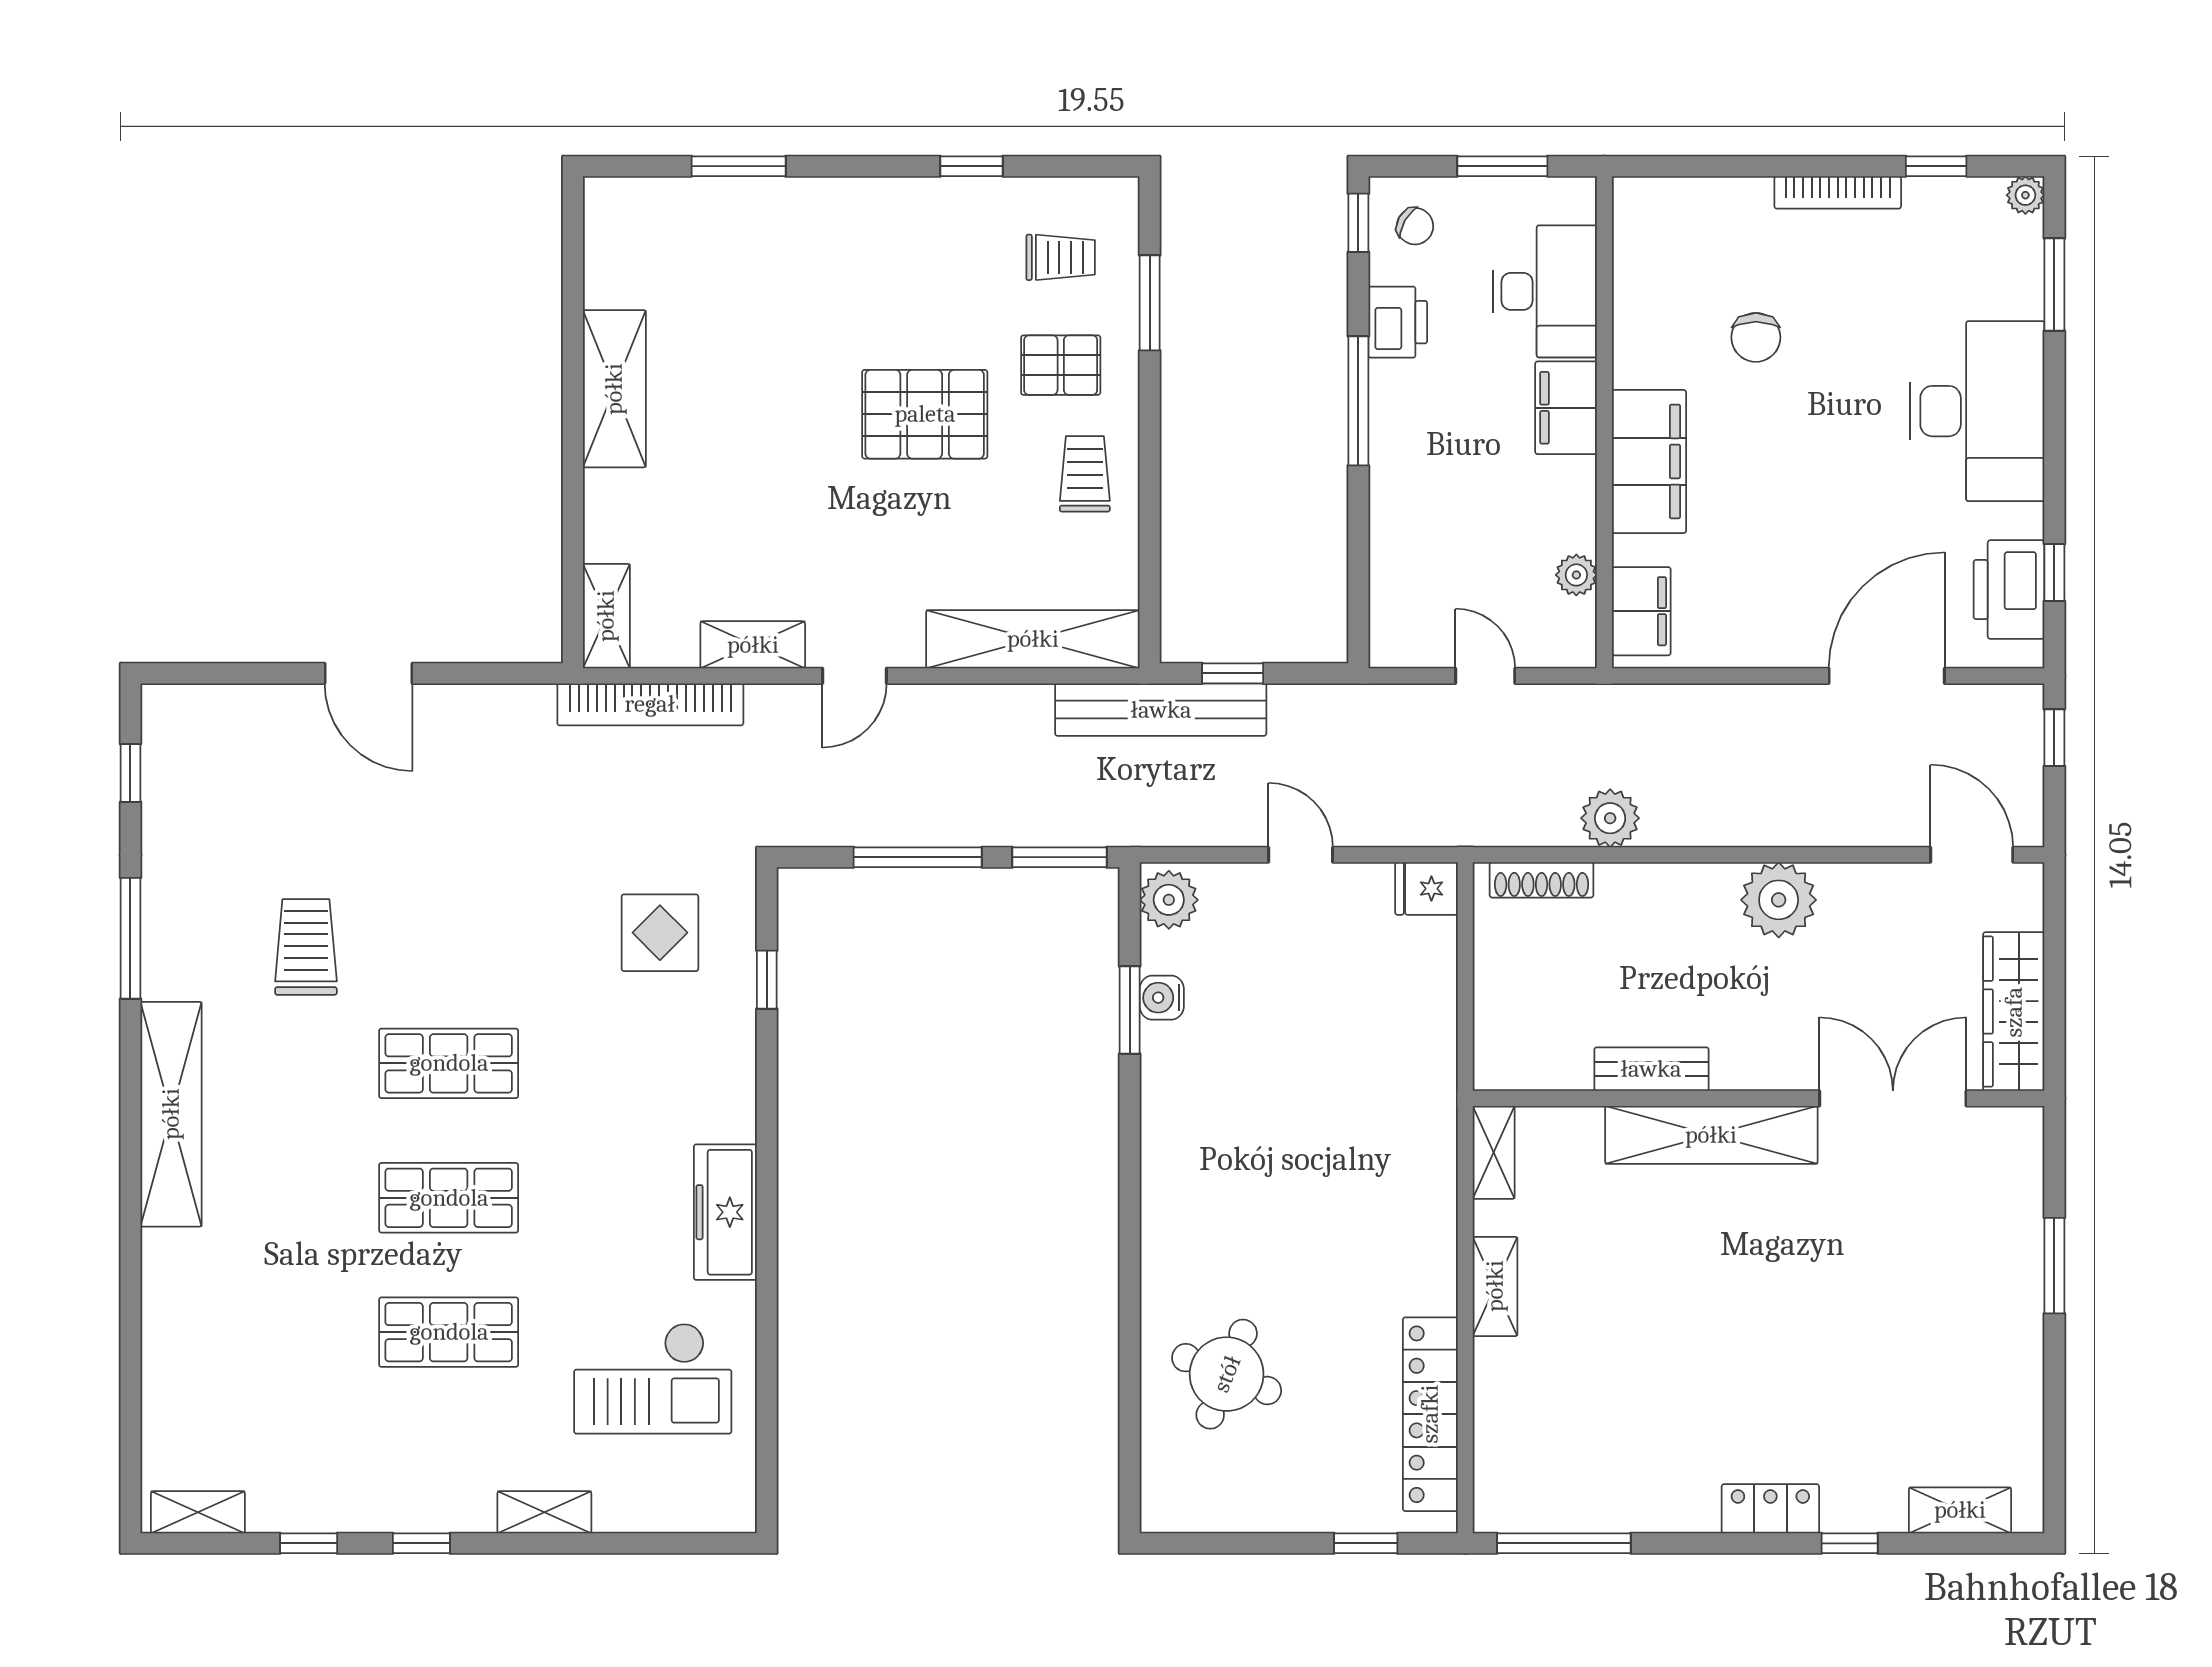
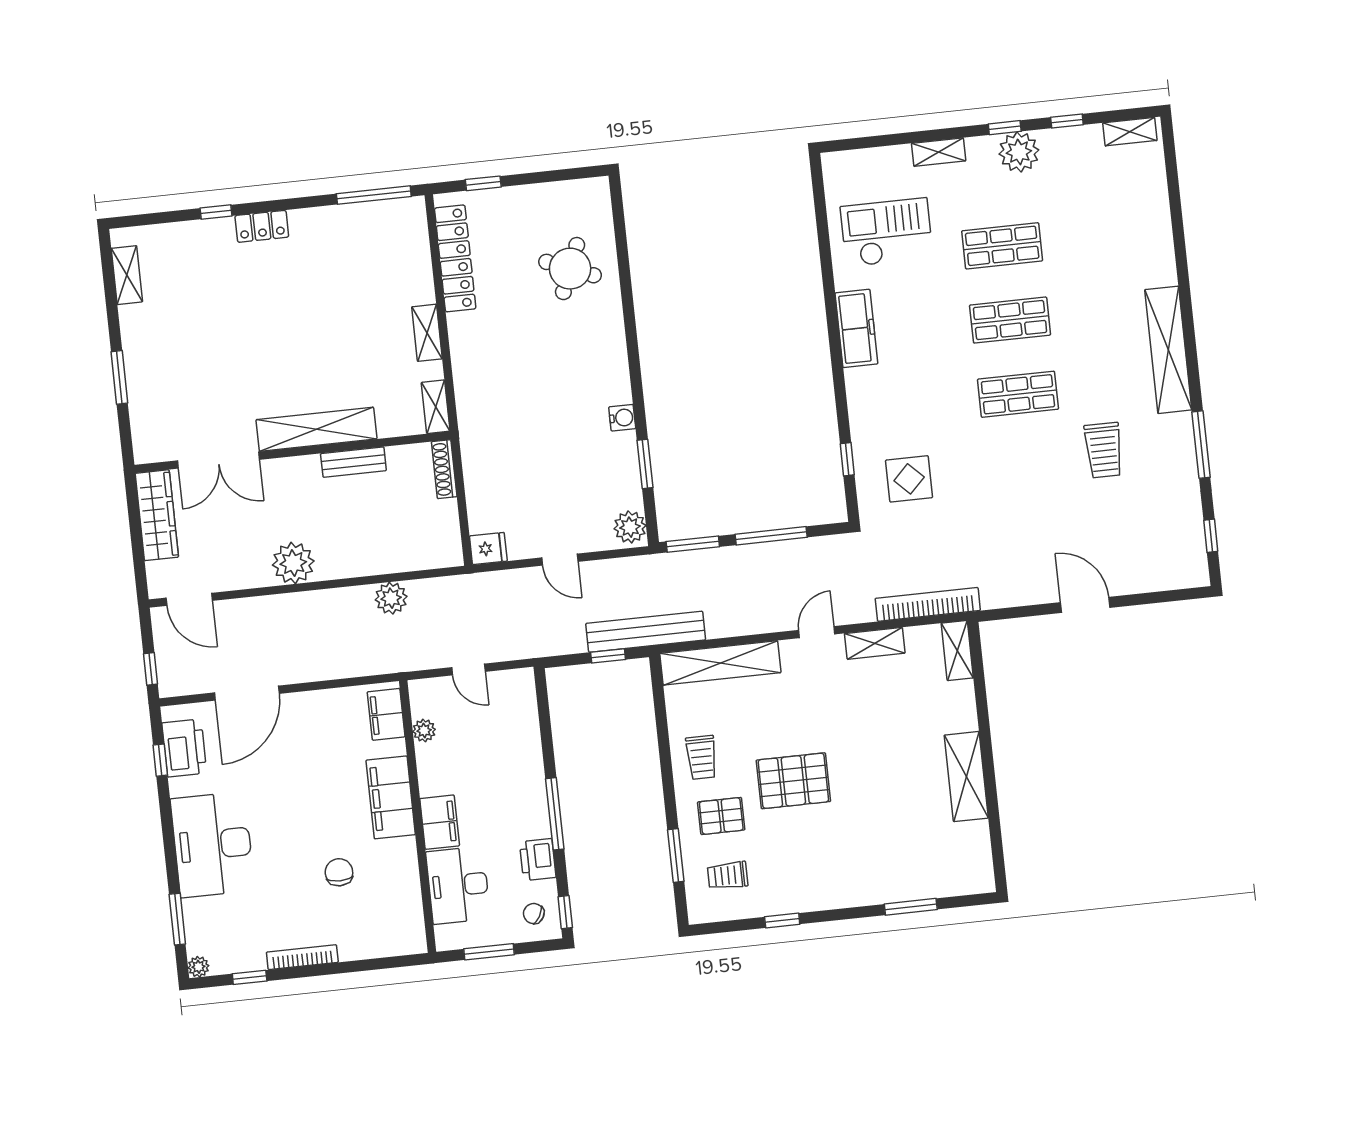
shoe rack: (1542, 880) -> (444, 469), moved, turned -90
water cooler: (1162, 998) -> (622, 418), moved
plant: (401, 1497) -> (1019, 152), added
shelving: (1960, 1510) -> (127, 275), moved, turned 90

